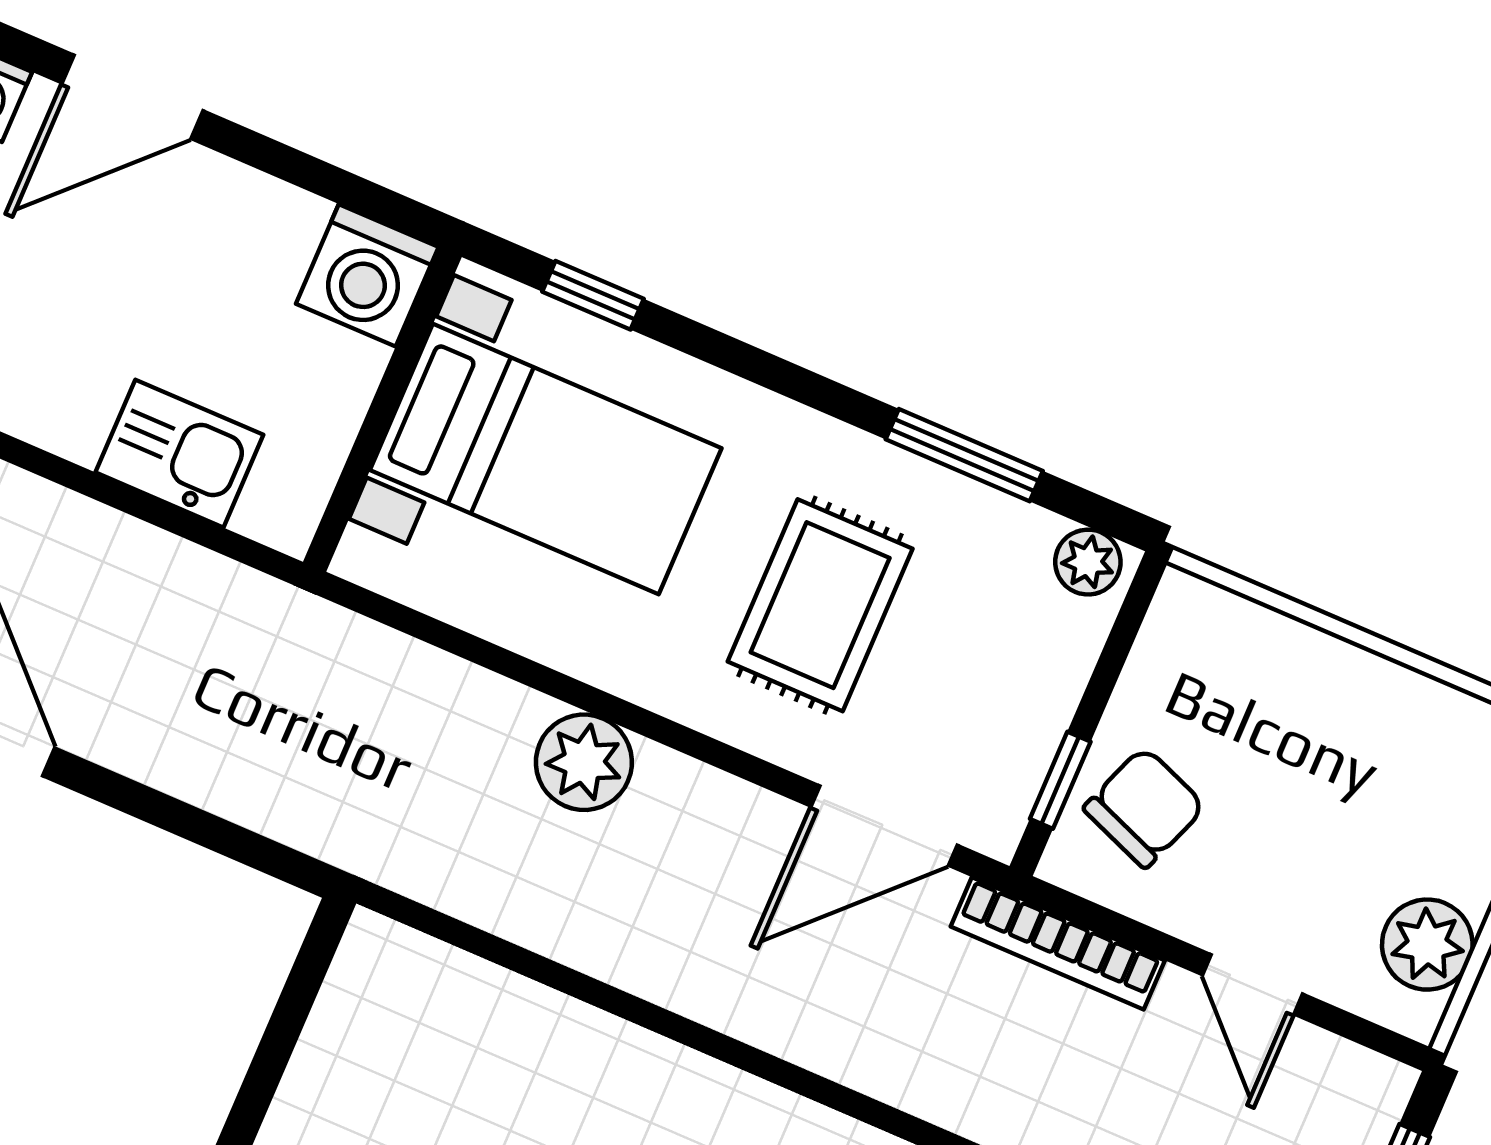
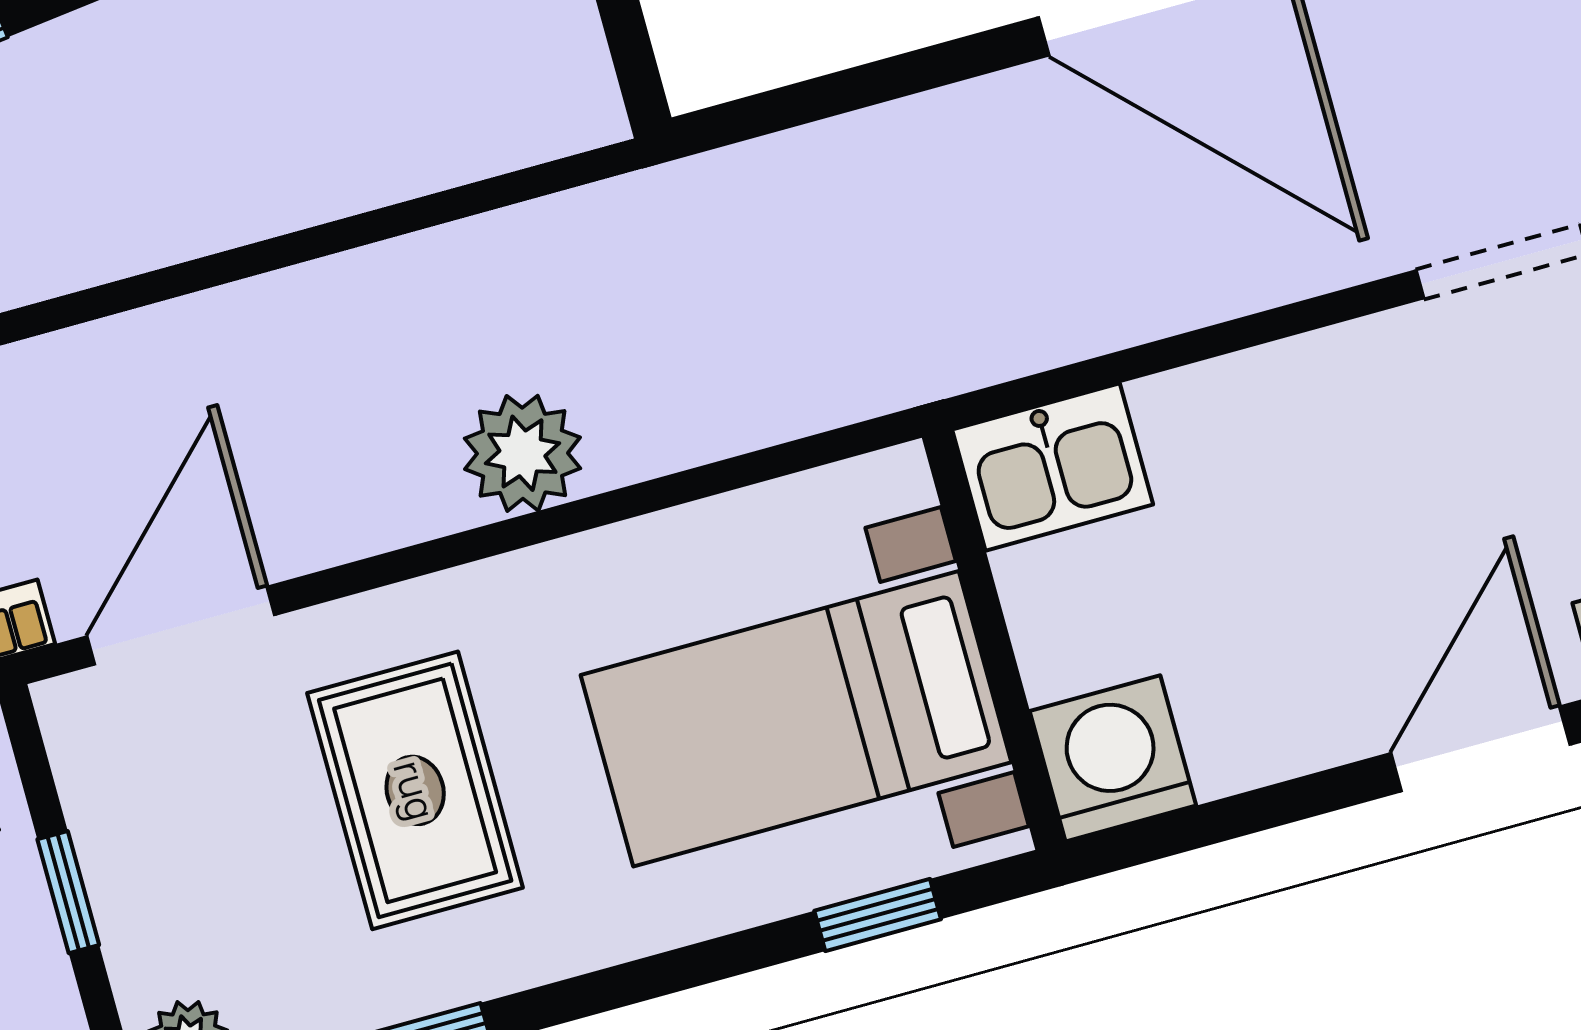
kitchen sink: (179, 454) -> (1053, 467), moved
window: (1060, 780) -> (68, 892), moved

